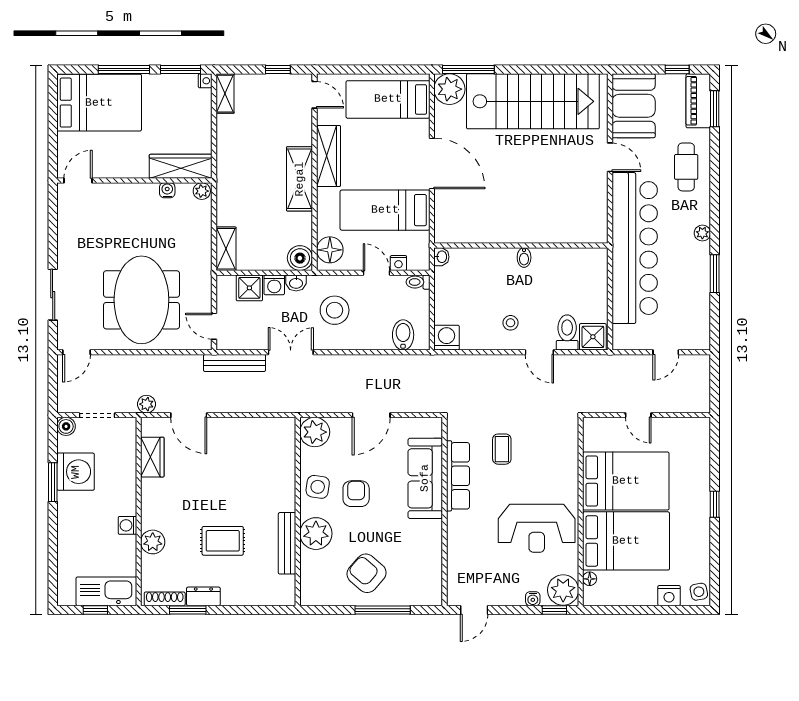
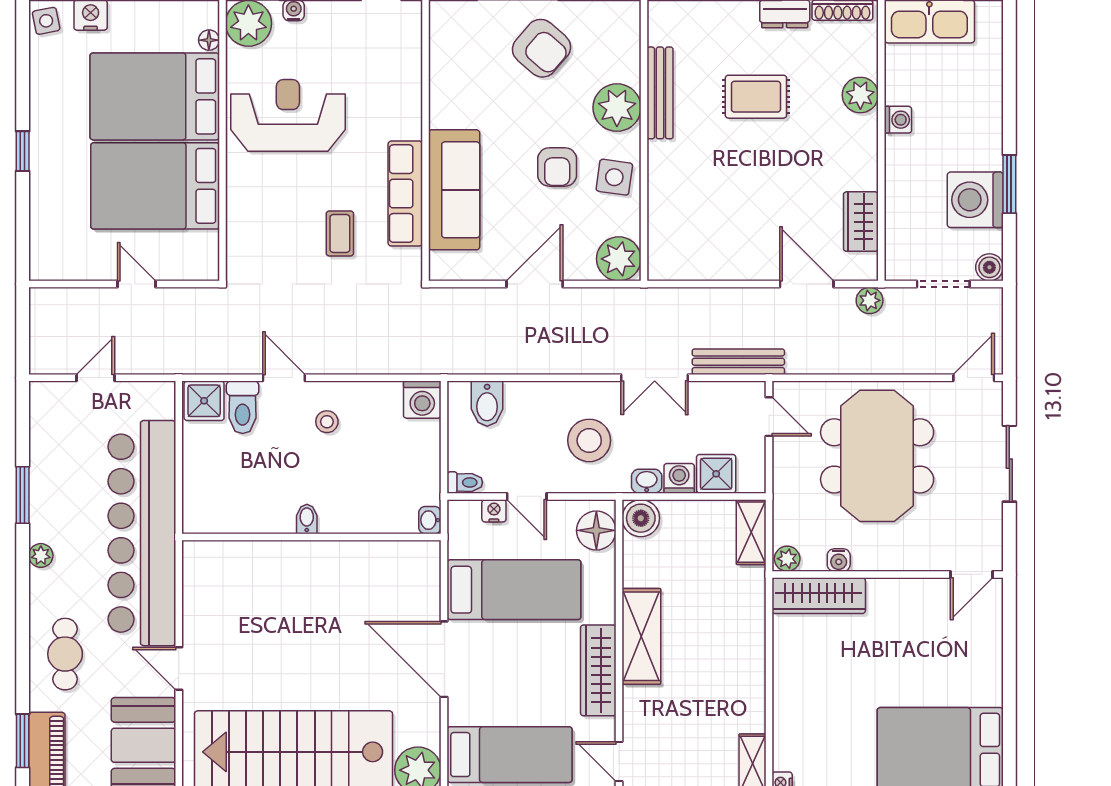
wardrobe: (181, 166) -> (819, 596), moved
door: (78, 181) -> (972, 574), moved
wall: (134, 181) -> (888, 574), moved
water cooler: (167, 190) -> (839, 560), moved
plant: (202, 191) -> (787, 559), moved

